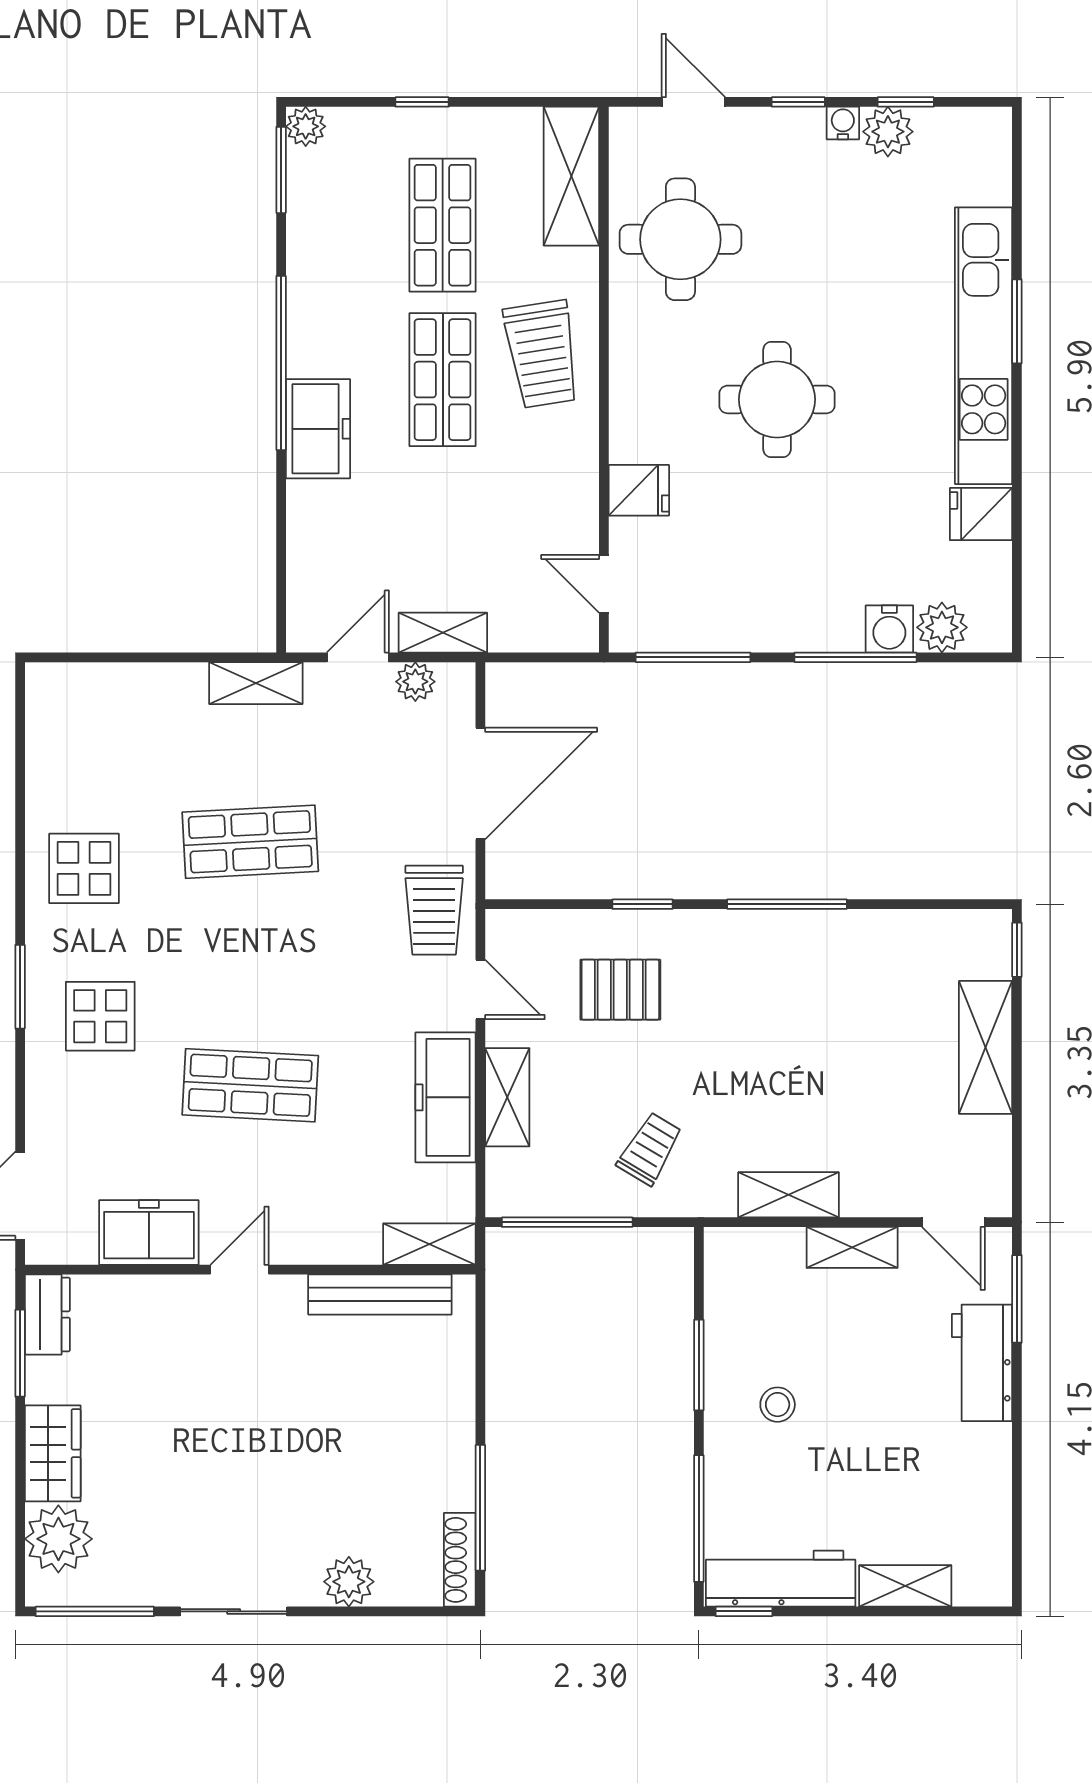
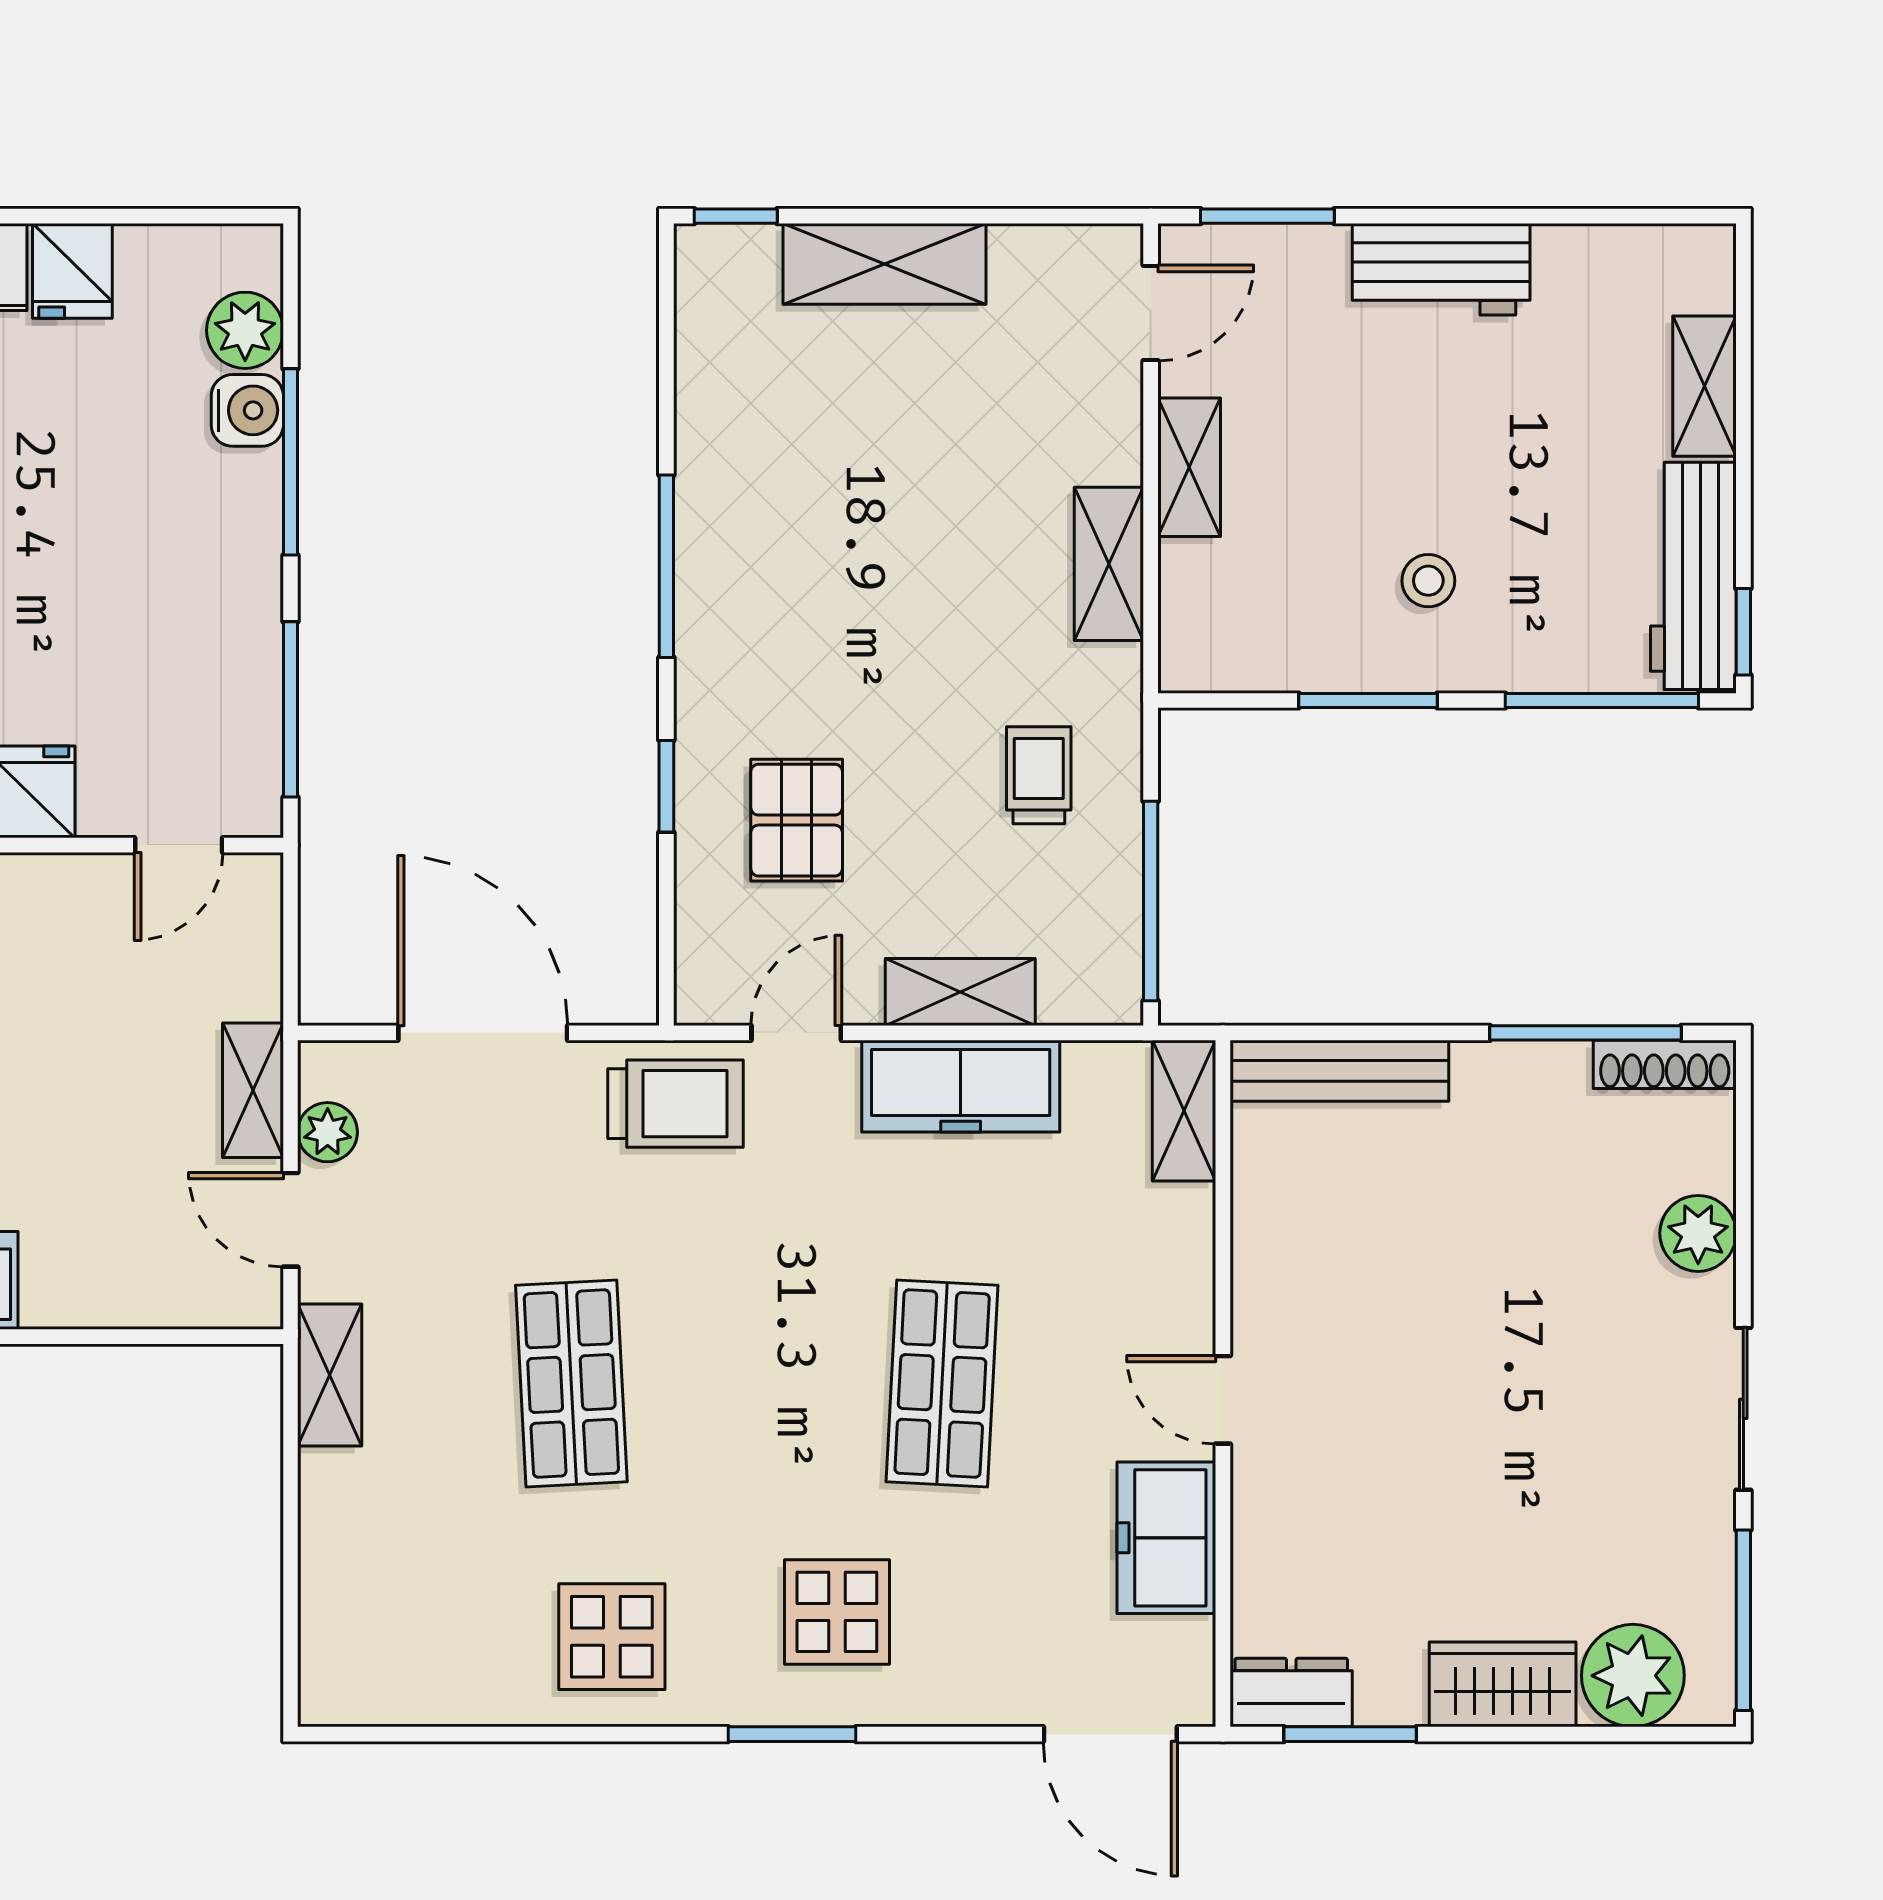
trolley: (650, 1149) -> (1039, 775), turned 59
bench: (380, 1295) -> (1339, 1071), moved, turned 90
workbench: (982, 1363) -> (1441, 269), moved

